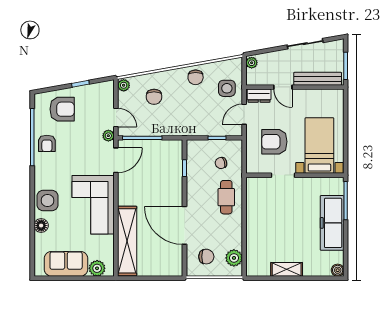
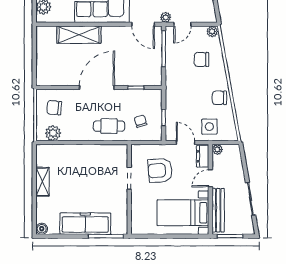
plant: (252, 63) -> (217, 149), moved
armchair: (274, 142) -> (160, 170), turned -94
bed with nightstands: (319, 145) -> (183, 213), moved, turned 180
door: (184, 225) -> (97, 88), moved
shelving: (127, 241) -> (79, 35), width x0.68
chair: (206, 257) -> (54, 108), turned 95

